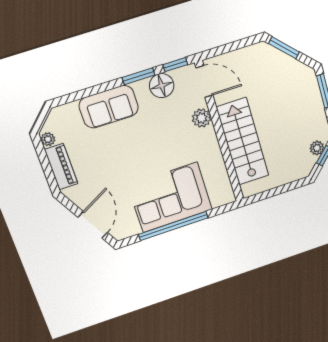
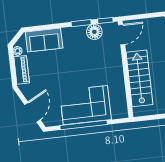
door: (204, 82) -> (122, 35), hinge flipped
sofa: (109, 107) -> (44, 40), moved
plant: (202, 118) -> (116, 57), removed

